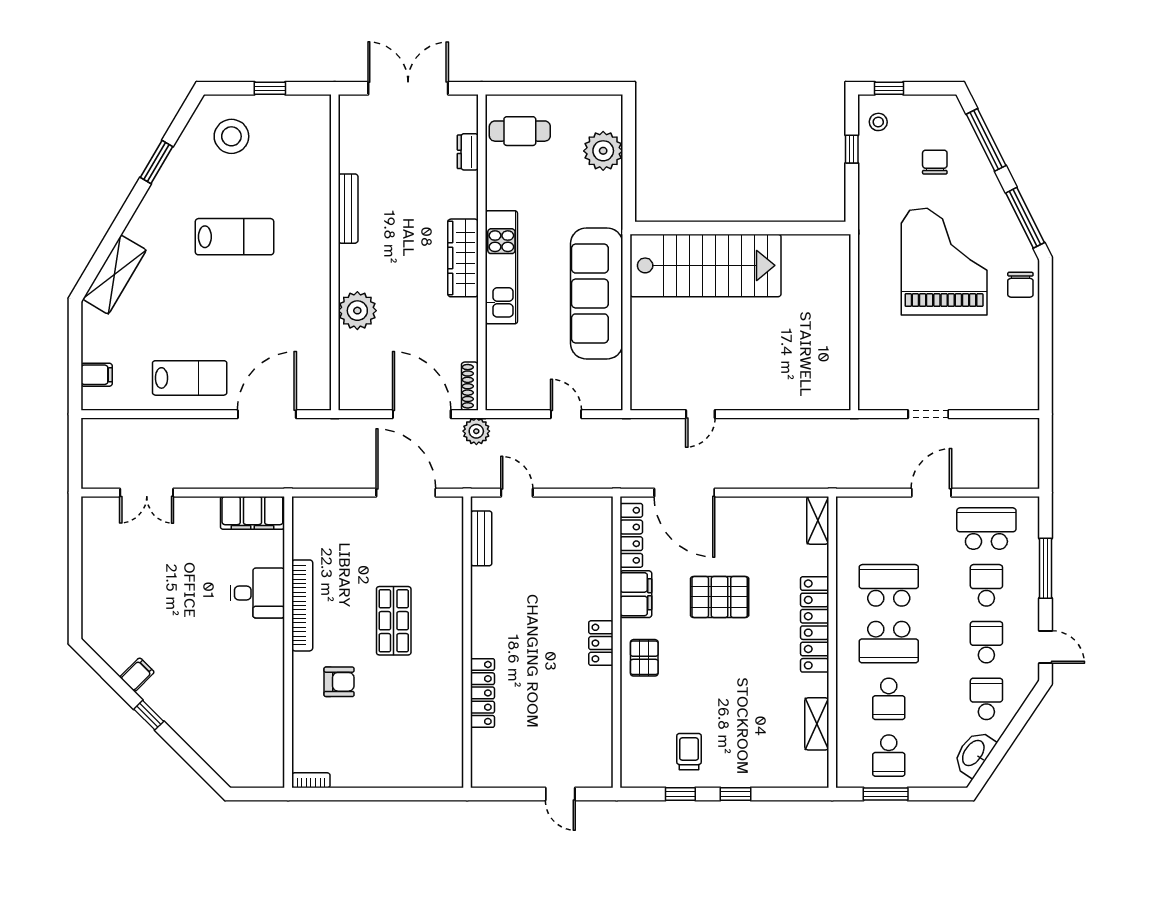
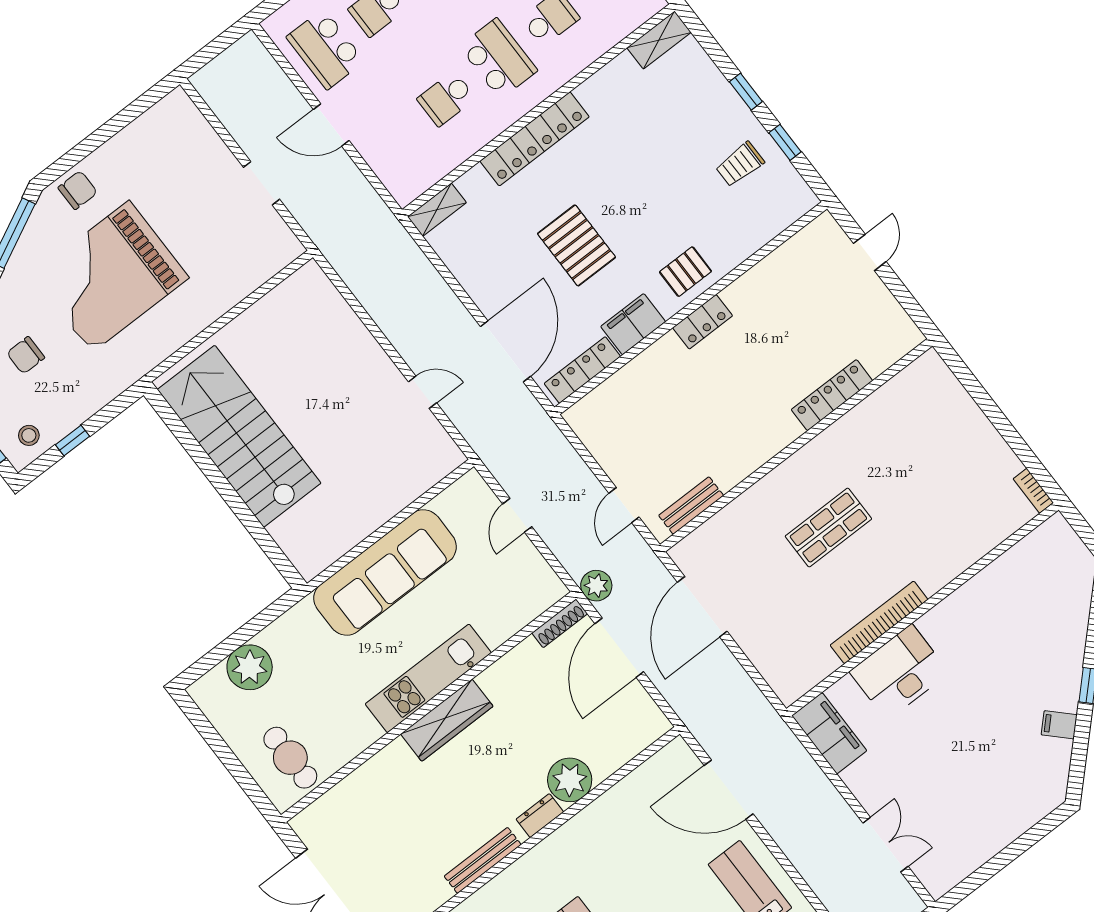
dresser: (468, 152) -> (540, 816), moved, turned 180
stairs: (705, 265) -> (239, 436), moved
school desk: (889, 585) -> (446, 99), width x0.54
desk: (257, 593) -> (899, 672), width x1.37
armchair: (339, 682) -> (923, 535), removed
shelving: (817, 724) -> (659, 40), moved

